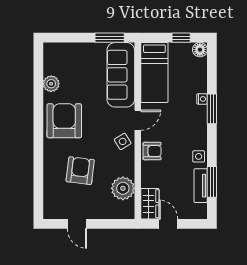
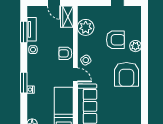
plant: (51, 84) -> (135, 46), moved
door: (138, 120) -> (75, 75), swing flipped
armchair: (80, 171) -> (115, 40), turned -97

